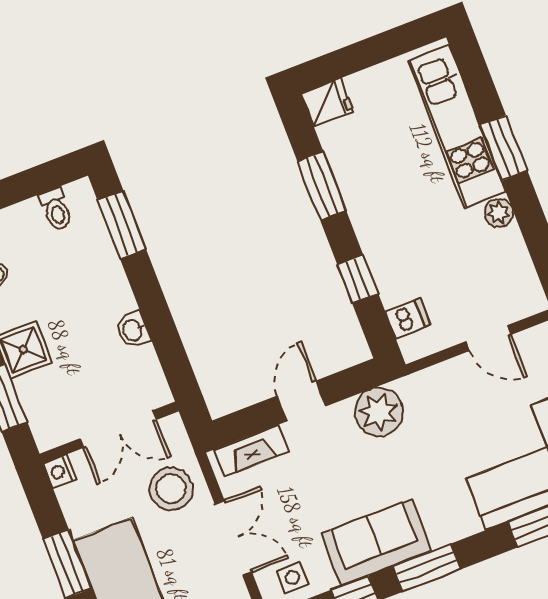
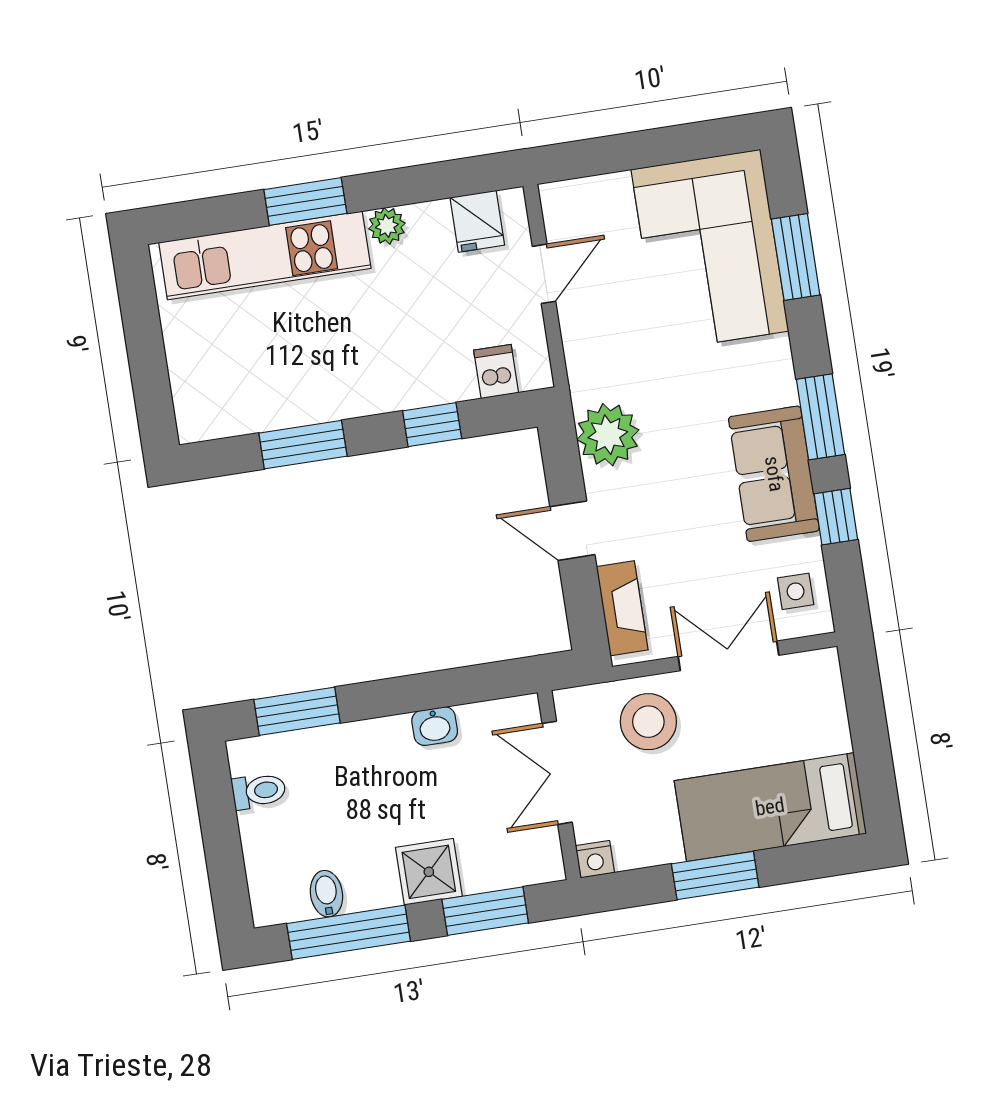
fridge: (327, 102) -> (477, 221), moved, turned 180
double door: (118, 429) -> (557, 773), swing flipped

